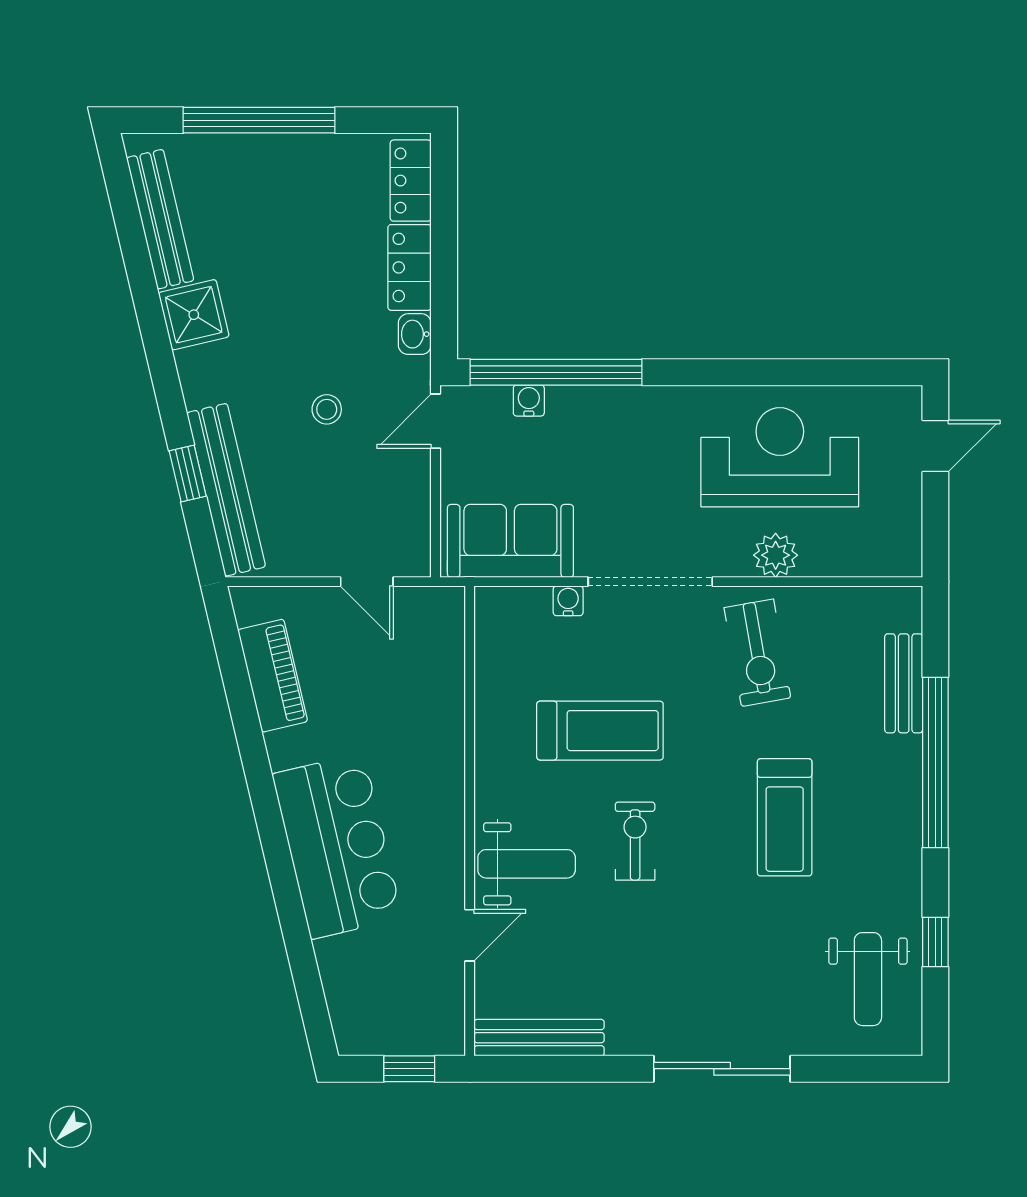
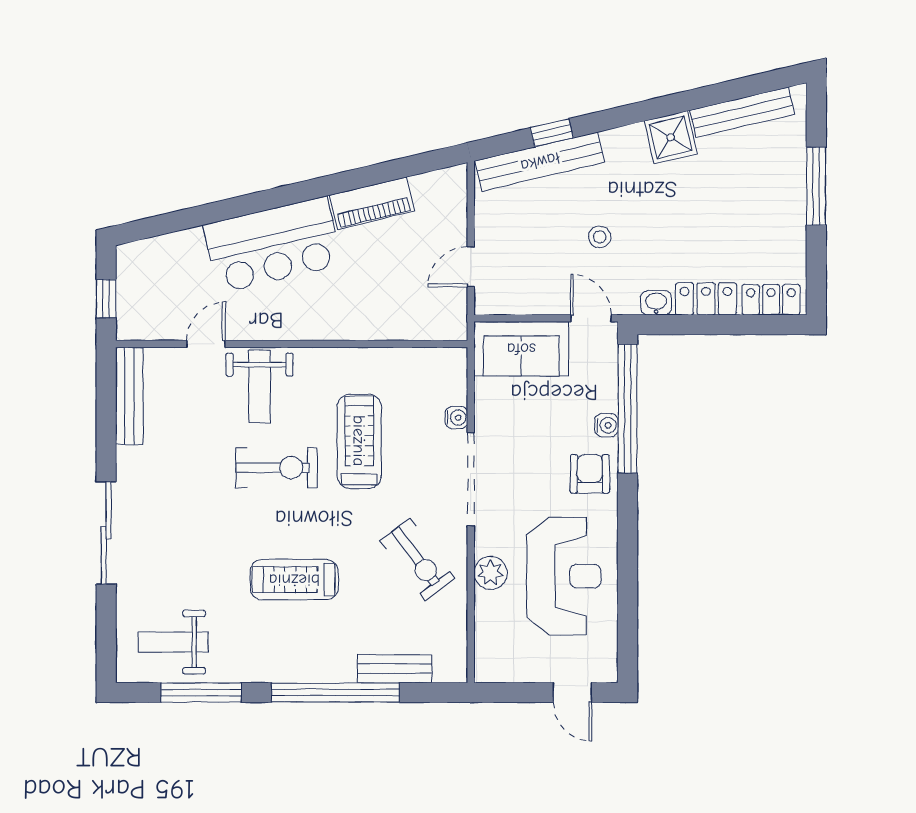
window: (259, 120) -> (816, 186), width x0.68
water cooler: (529, 401) -> (606, 425), moved
armchair: (643, 422) -> (590, 474), added
sofa: (510, 541) -> (521, 349), moved, turned 90
exercise bike: (757, 653) -> (418, 559), turned -117
piano: (273, 676) -> (372, 203), moved
treadmill: (600, 731) -> (359, 441), turned 180
exercise bike: (635, 841) -> (277, 468), width x1.38, depth x1.39
door: (470, 935) -> (206, 344), swing flipped
window: (935, 942) -> (201, 693), width x2.17

